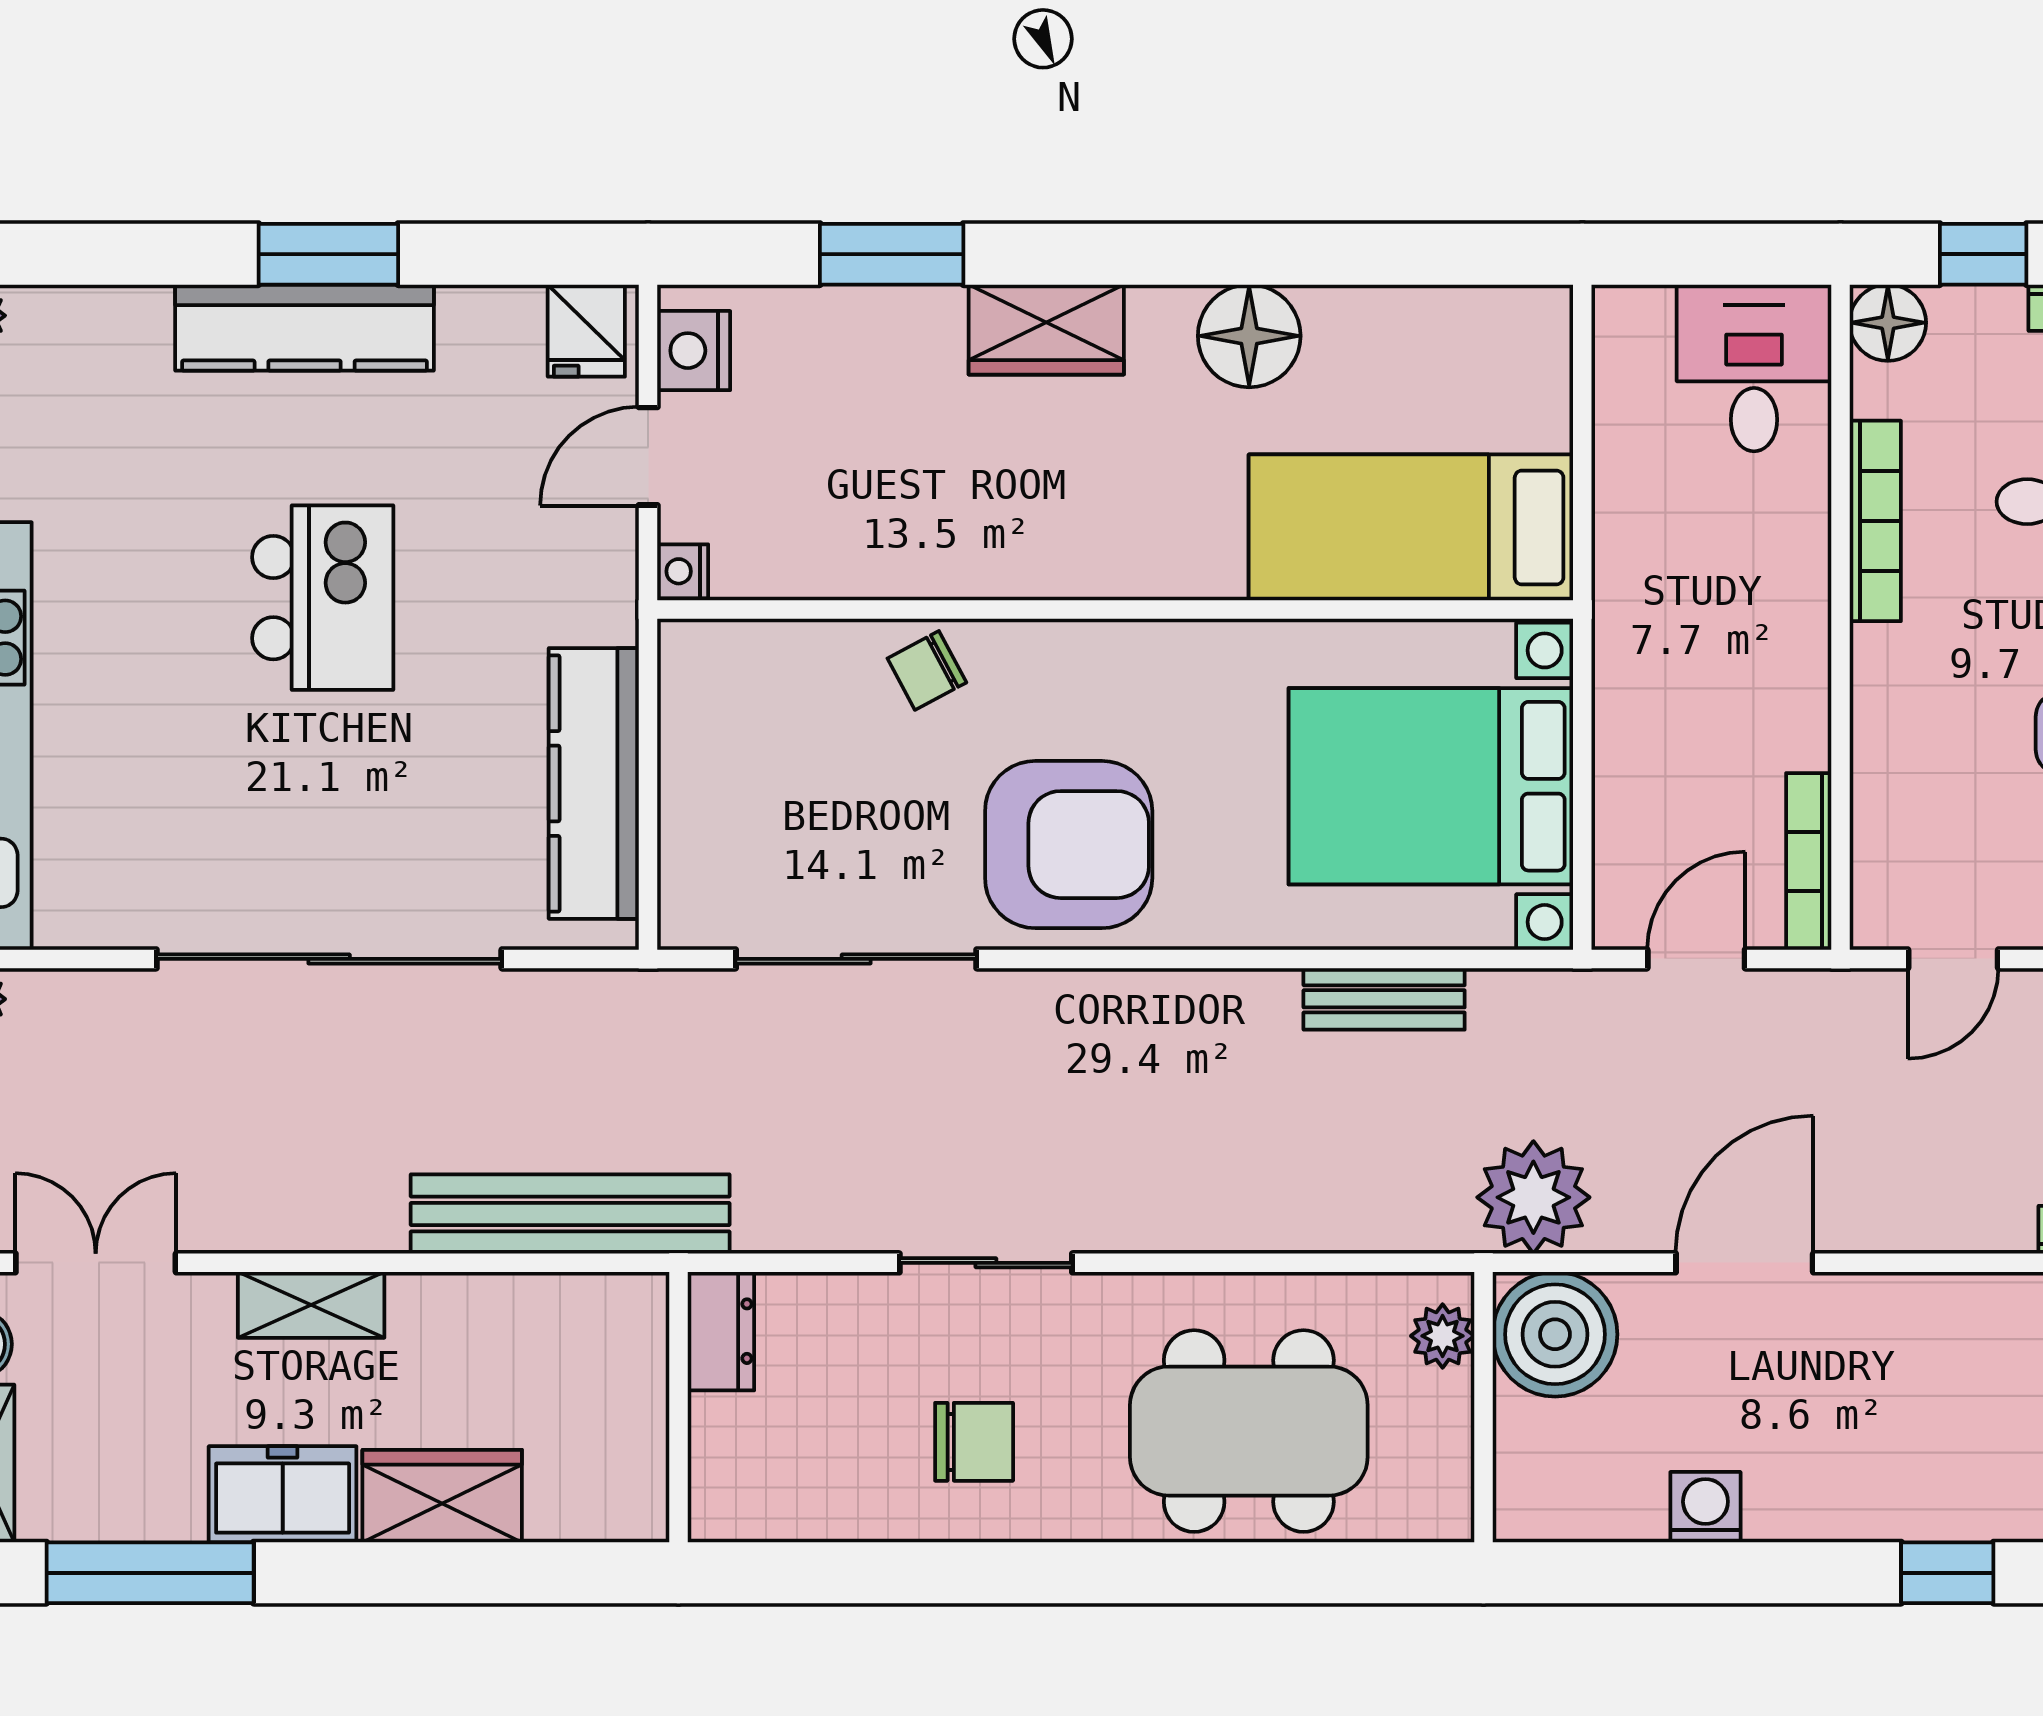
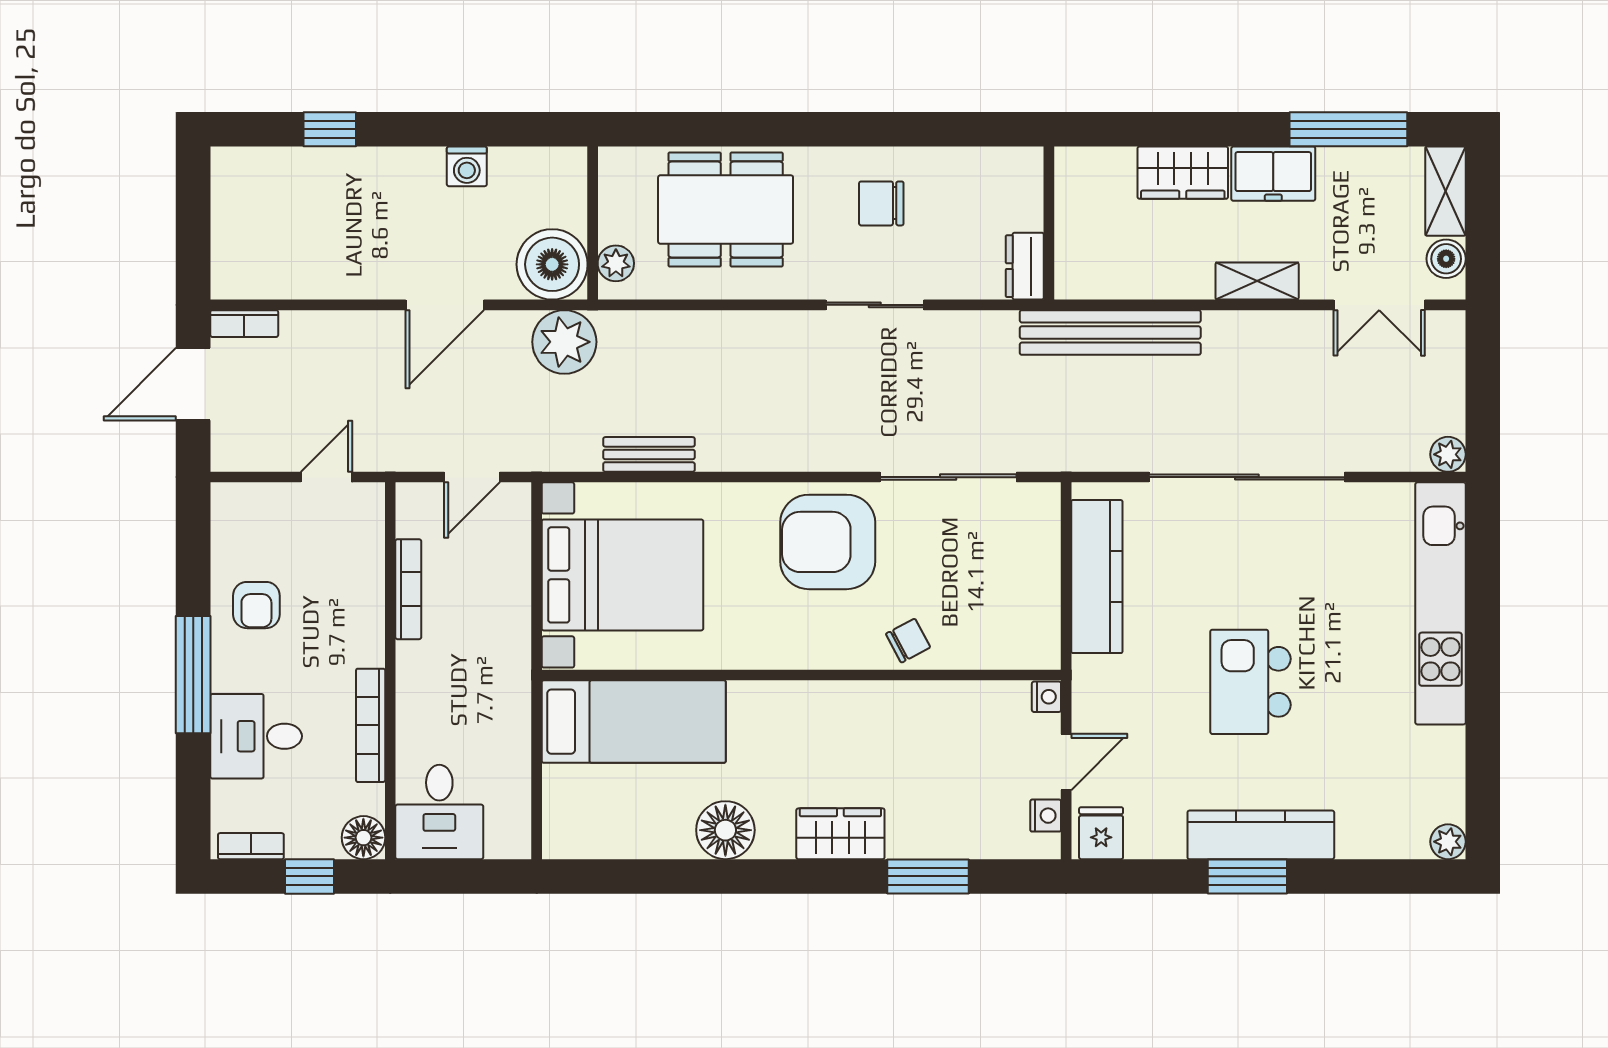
nightstand: (694, 351) -> (1046, 816), width x0.72, depth x0.74
bookcase: (1809, 861) -> (408, 589), moved

